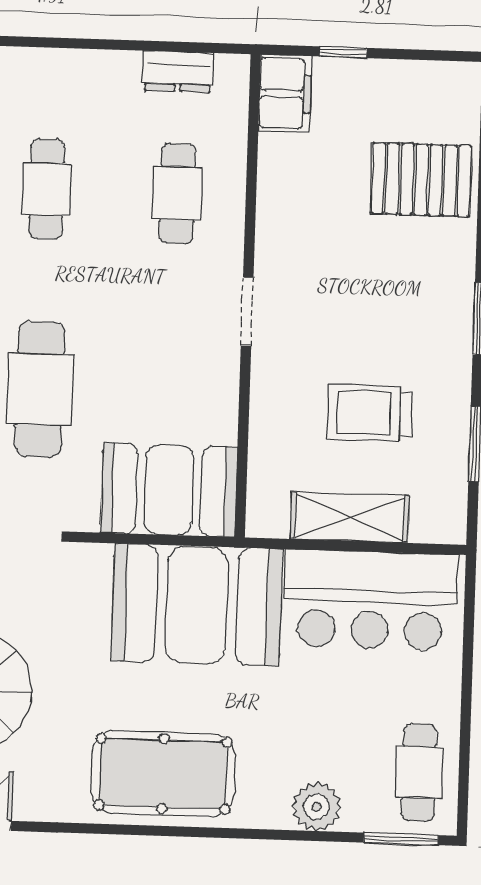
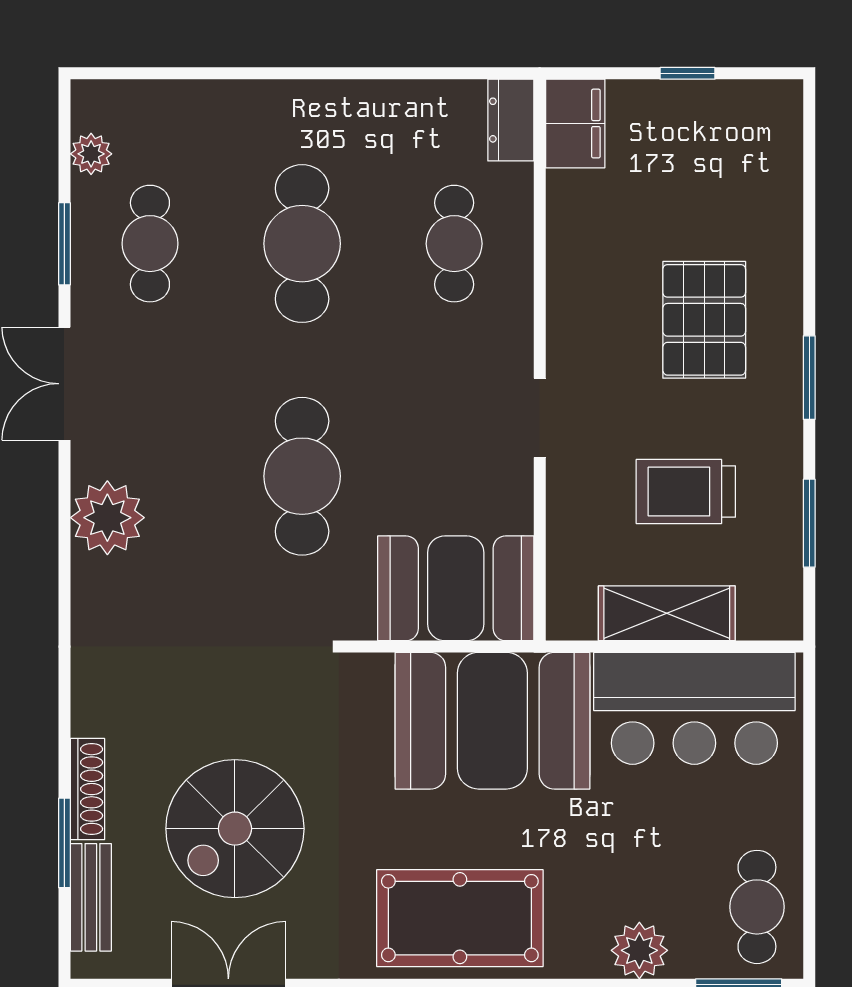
window: (343, 52) -> (687, 73), moved
dresser: (178, 72) -> (511, 120), moved, turned 90
pallet: (421, 180) -> (704, 320), moved, turned 90
cafe table: (47, 189) -> (302, 244), width x1.37, depth x1.35
doorway: (247, 311) -> (540, 418), moved

